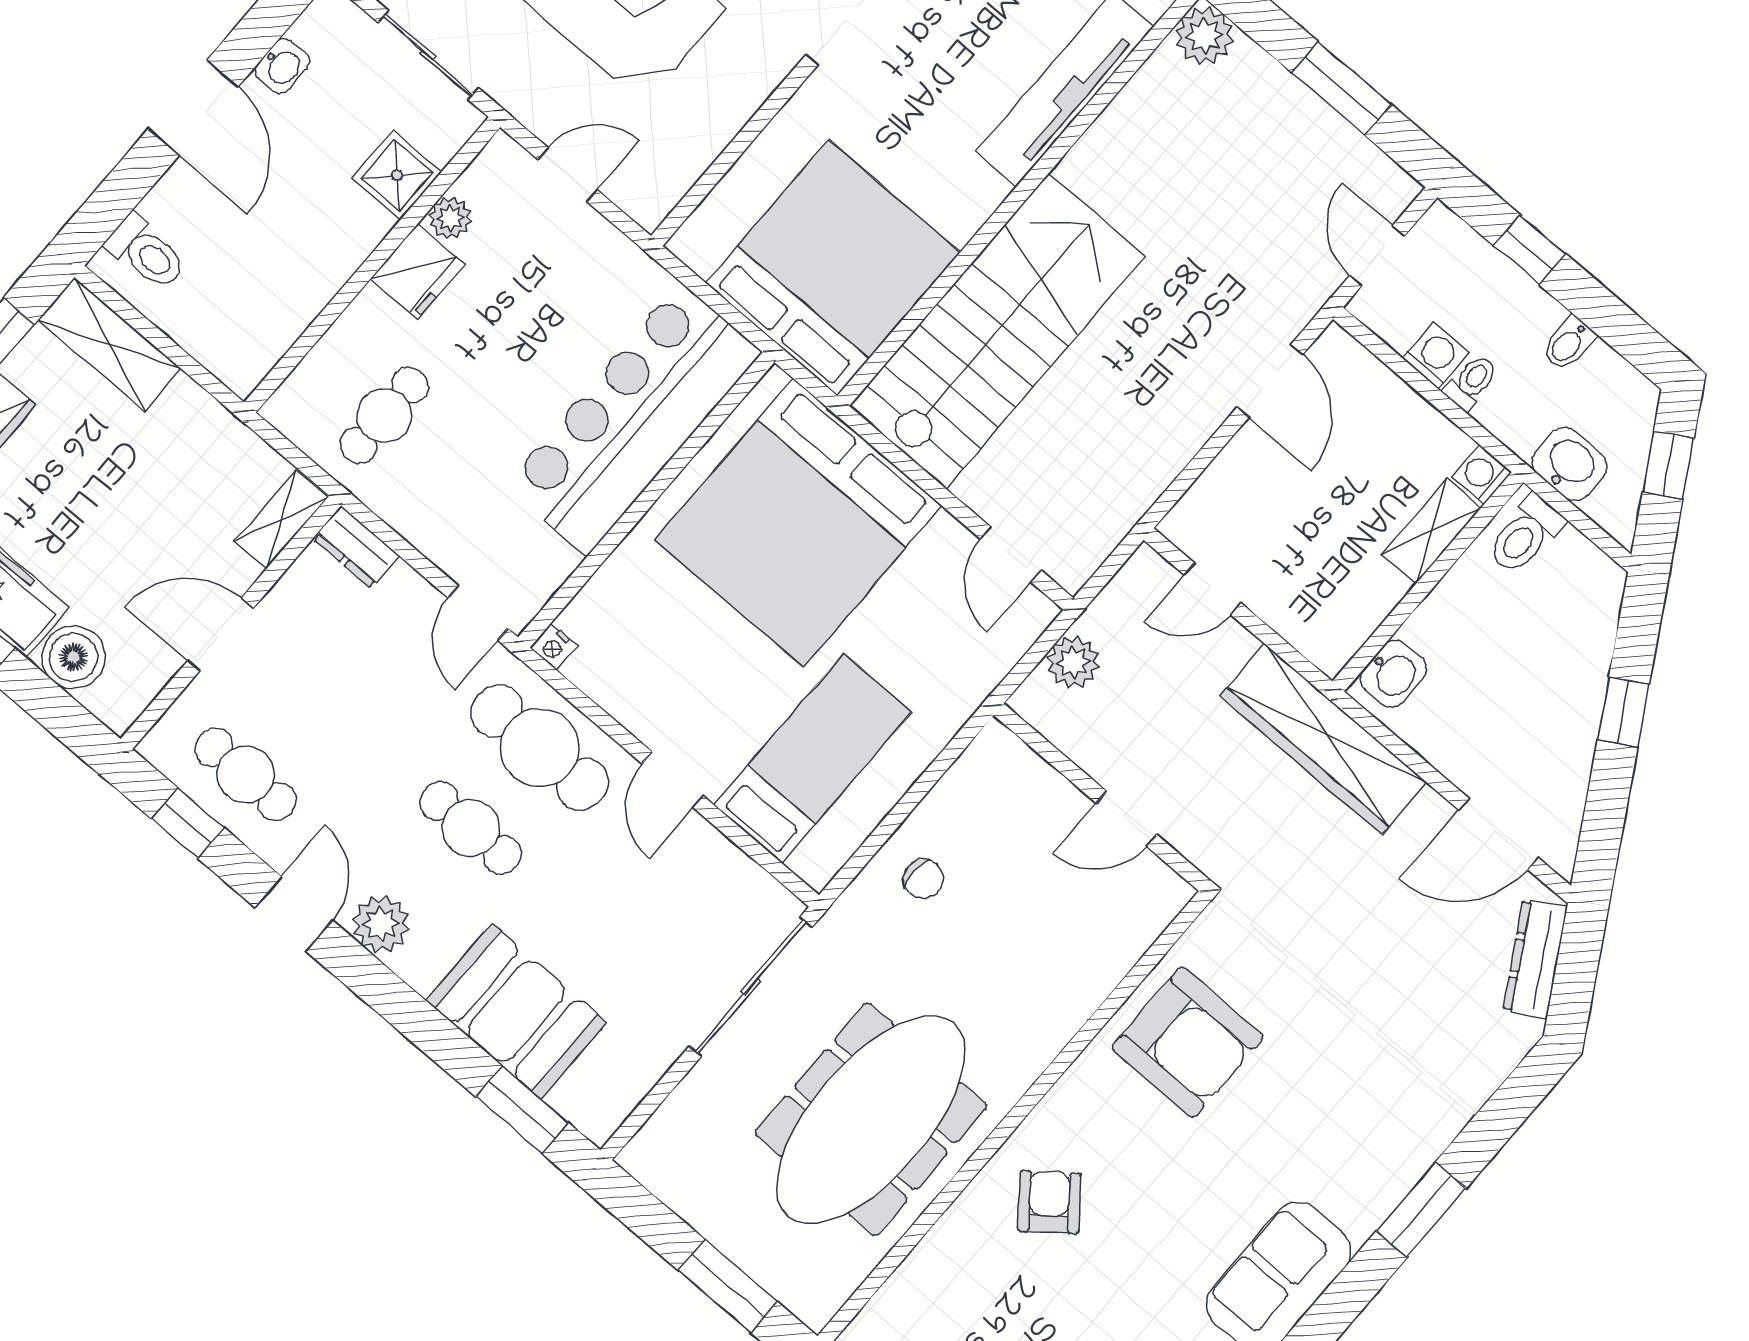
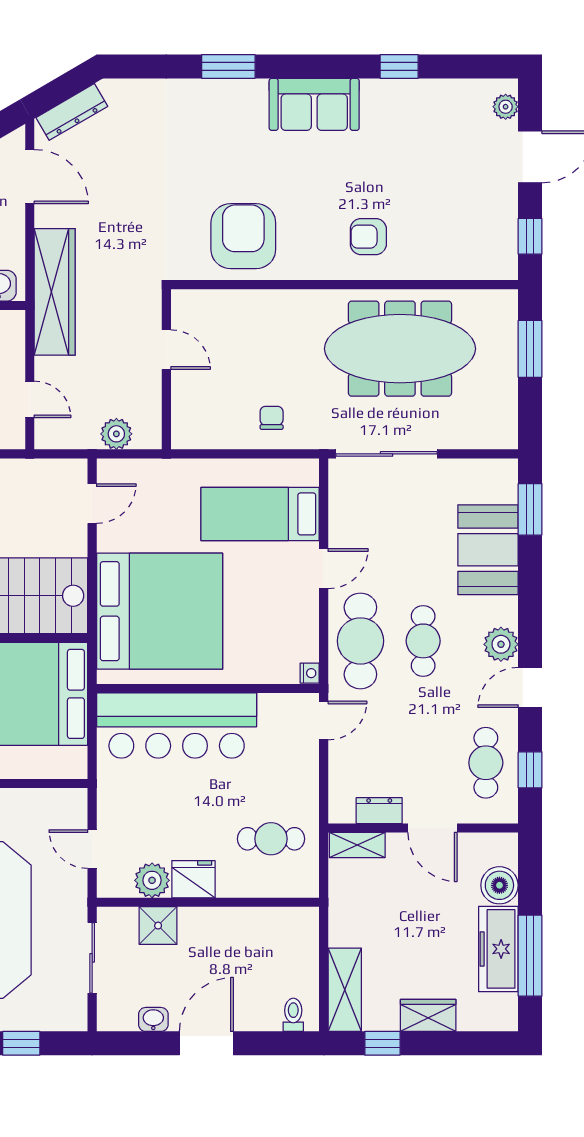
plant: (450, 218) -> (152, 880), width x1.38, depth x1.38
toilet: (146, 253) -> (293, 1015), width x0.73, depth x0.72
dresser: (356, 547) -> (379, 811), moved, turned -90
armchair: (1049, 1202) -> (368, 237), turned 38

